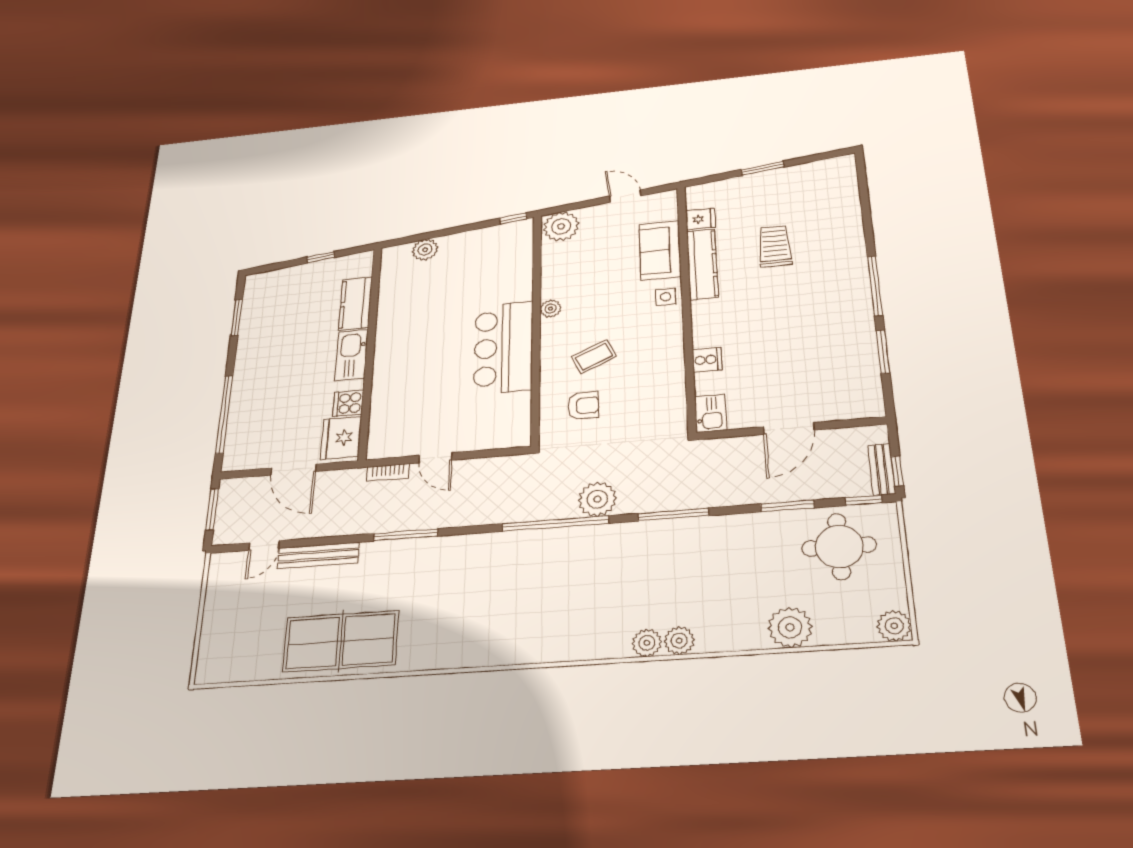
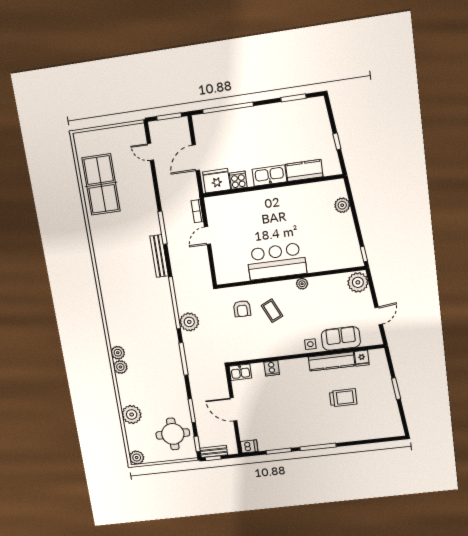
dishwasher: (872, 403) -> (249, 446), added
bench: (318, 555) -> (159, 256), moved
table tennis table: (341, 641) -> (101, 185), moved

